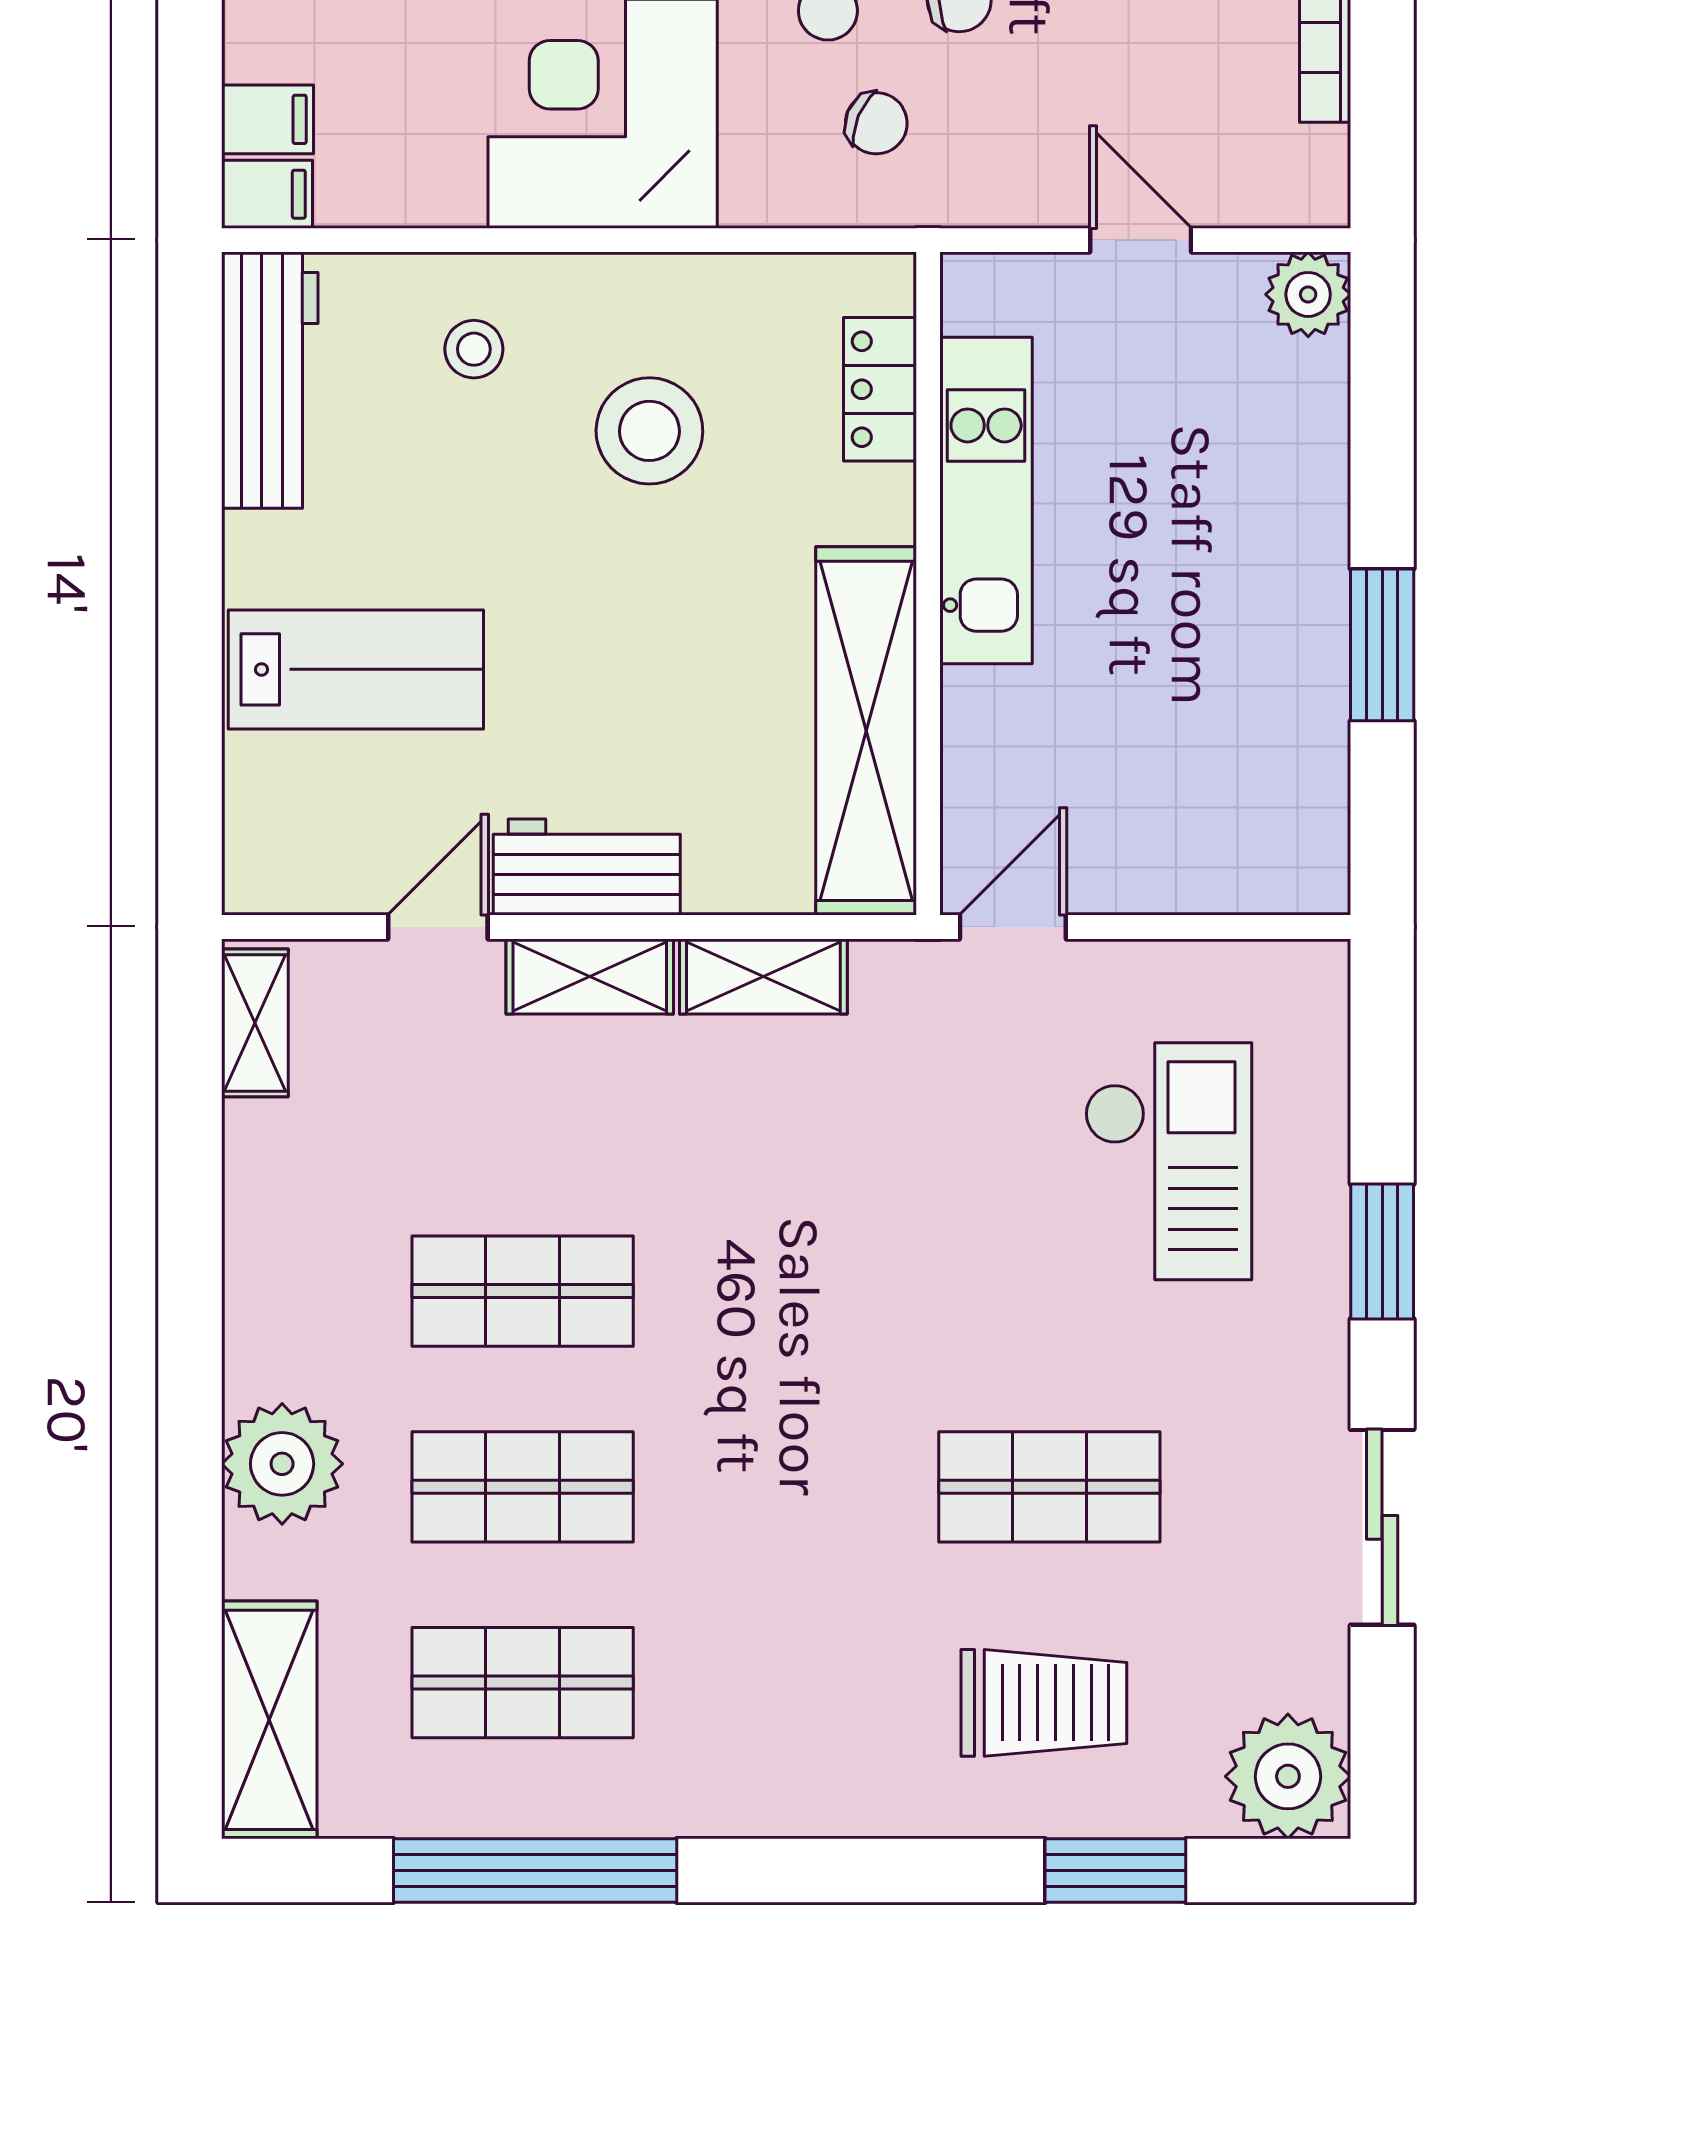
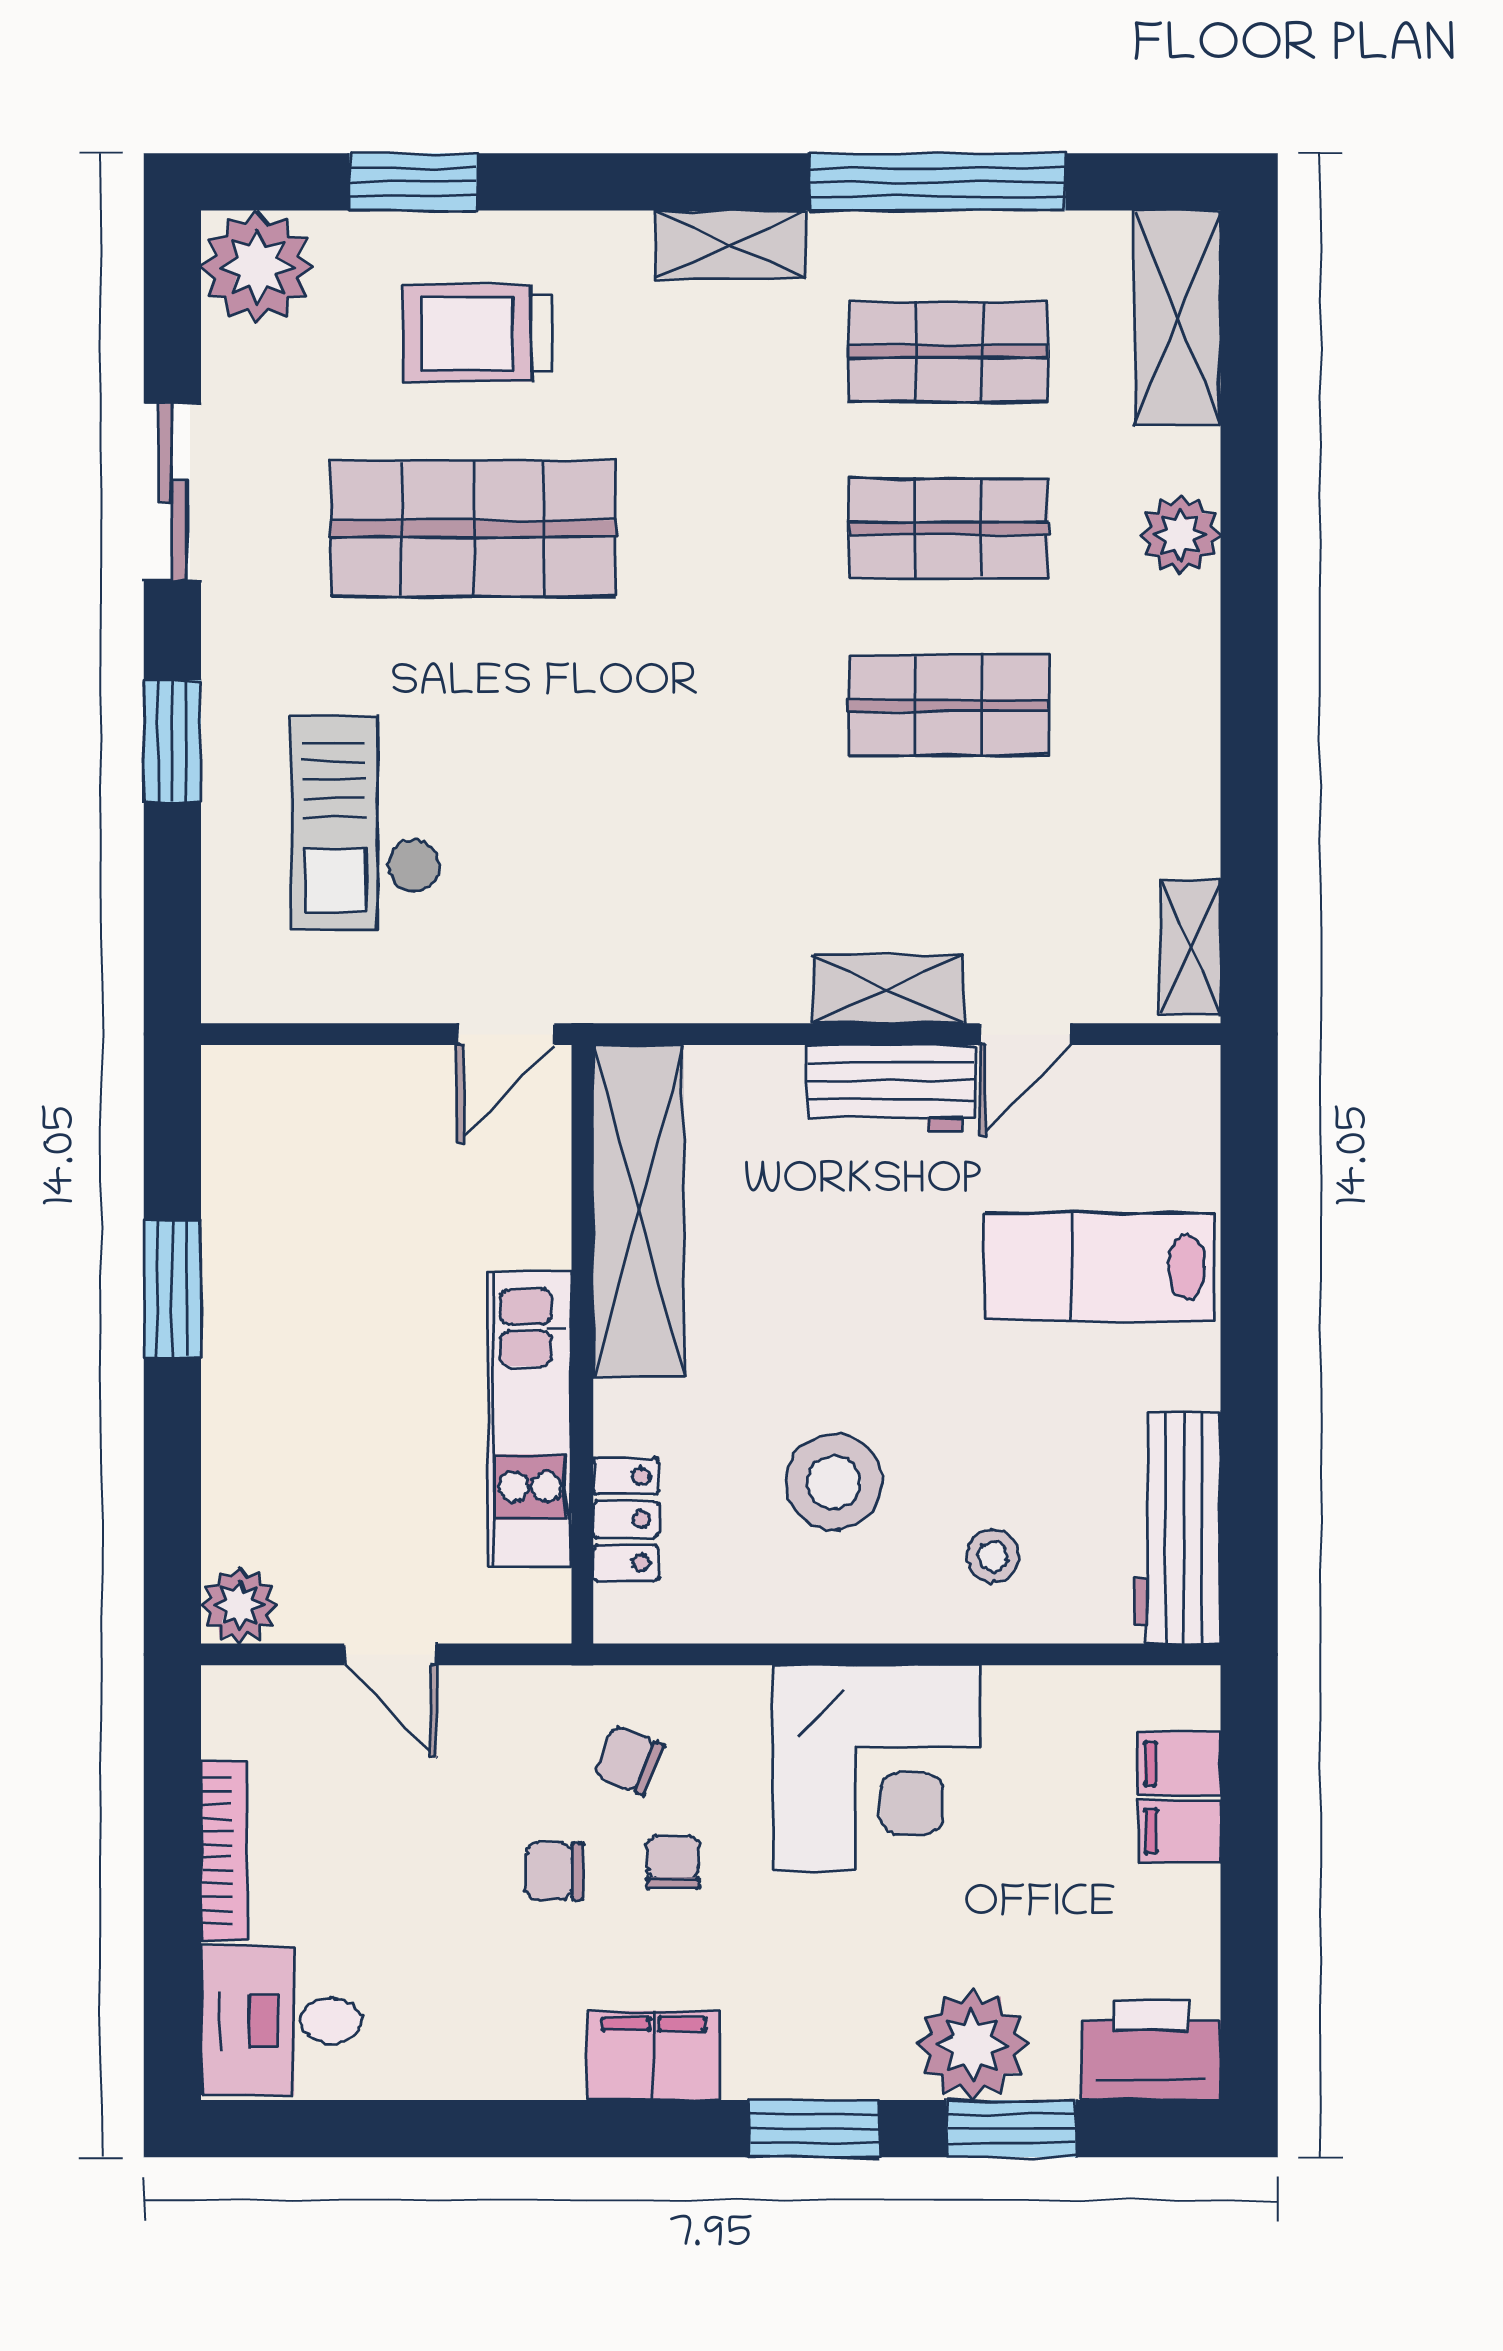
filing cabinet: (267, 194) -> (1179, 1831), moved
shelving: (763, 977) -> (731, 244), moved
plant: (282, 1464) -> (1180, 535), width x0.73, depth x0.73
shop shelf: (1049, 1487) -> (473, 528), width x1.43, depth x1.36

